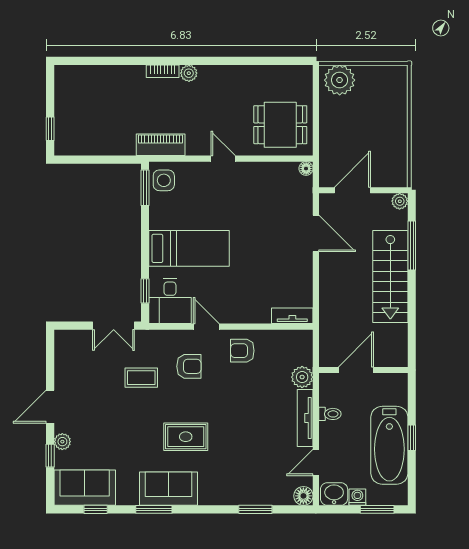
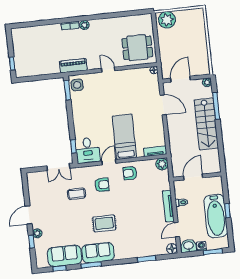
bed: (189, 248) -> (124, 137), moved, turned -90
door: (206, 327) -> (109, 162), hinge flipped
plant: (302, 377) -> (162, 164), moved
sofa: (85, 488) -> (65, 256), moved

